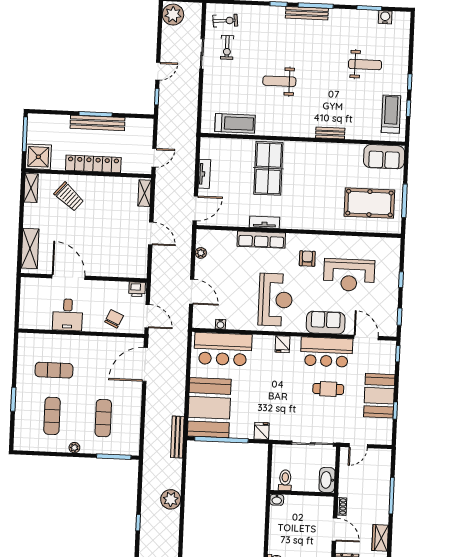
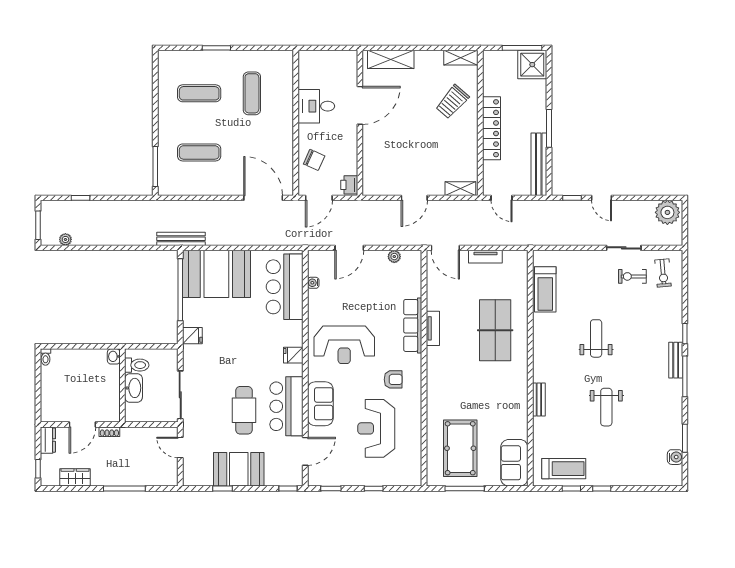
bench: (307, 13) -> (676, 360), width x0.73
weight bench: (365, 65) -> (606, 407), moved
bench: (97, 123) -> (539, 164), moved
shower: (38, 157) -> (532, 65), moved
table tennis table: (268, 168) -> (495, 330), turned 90
cafe table: (328, 389) -> (244, 410), width x1.37, depth x1.35
plant: (74, 448) -> (164, 121), removed
washbasin: (327, 480) -> (134, 388), moved, turned 90
plant: (171, 499) -> (65, 239), moved, width x0.53, depth x0.53

